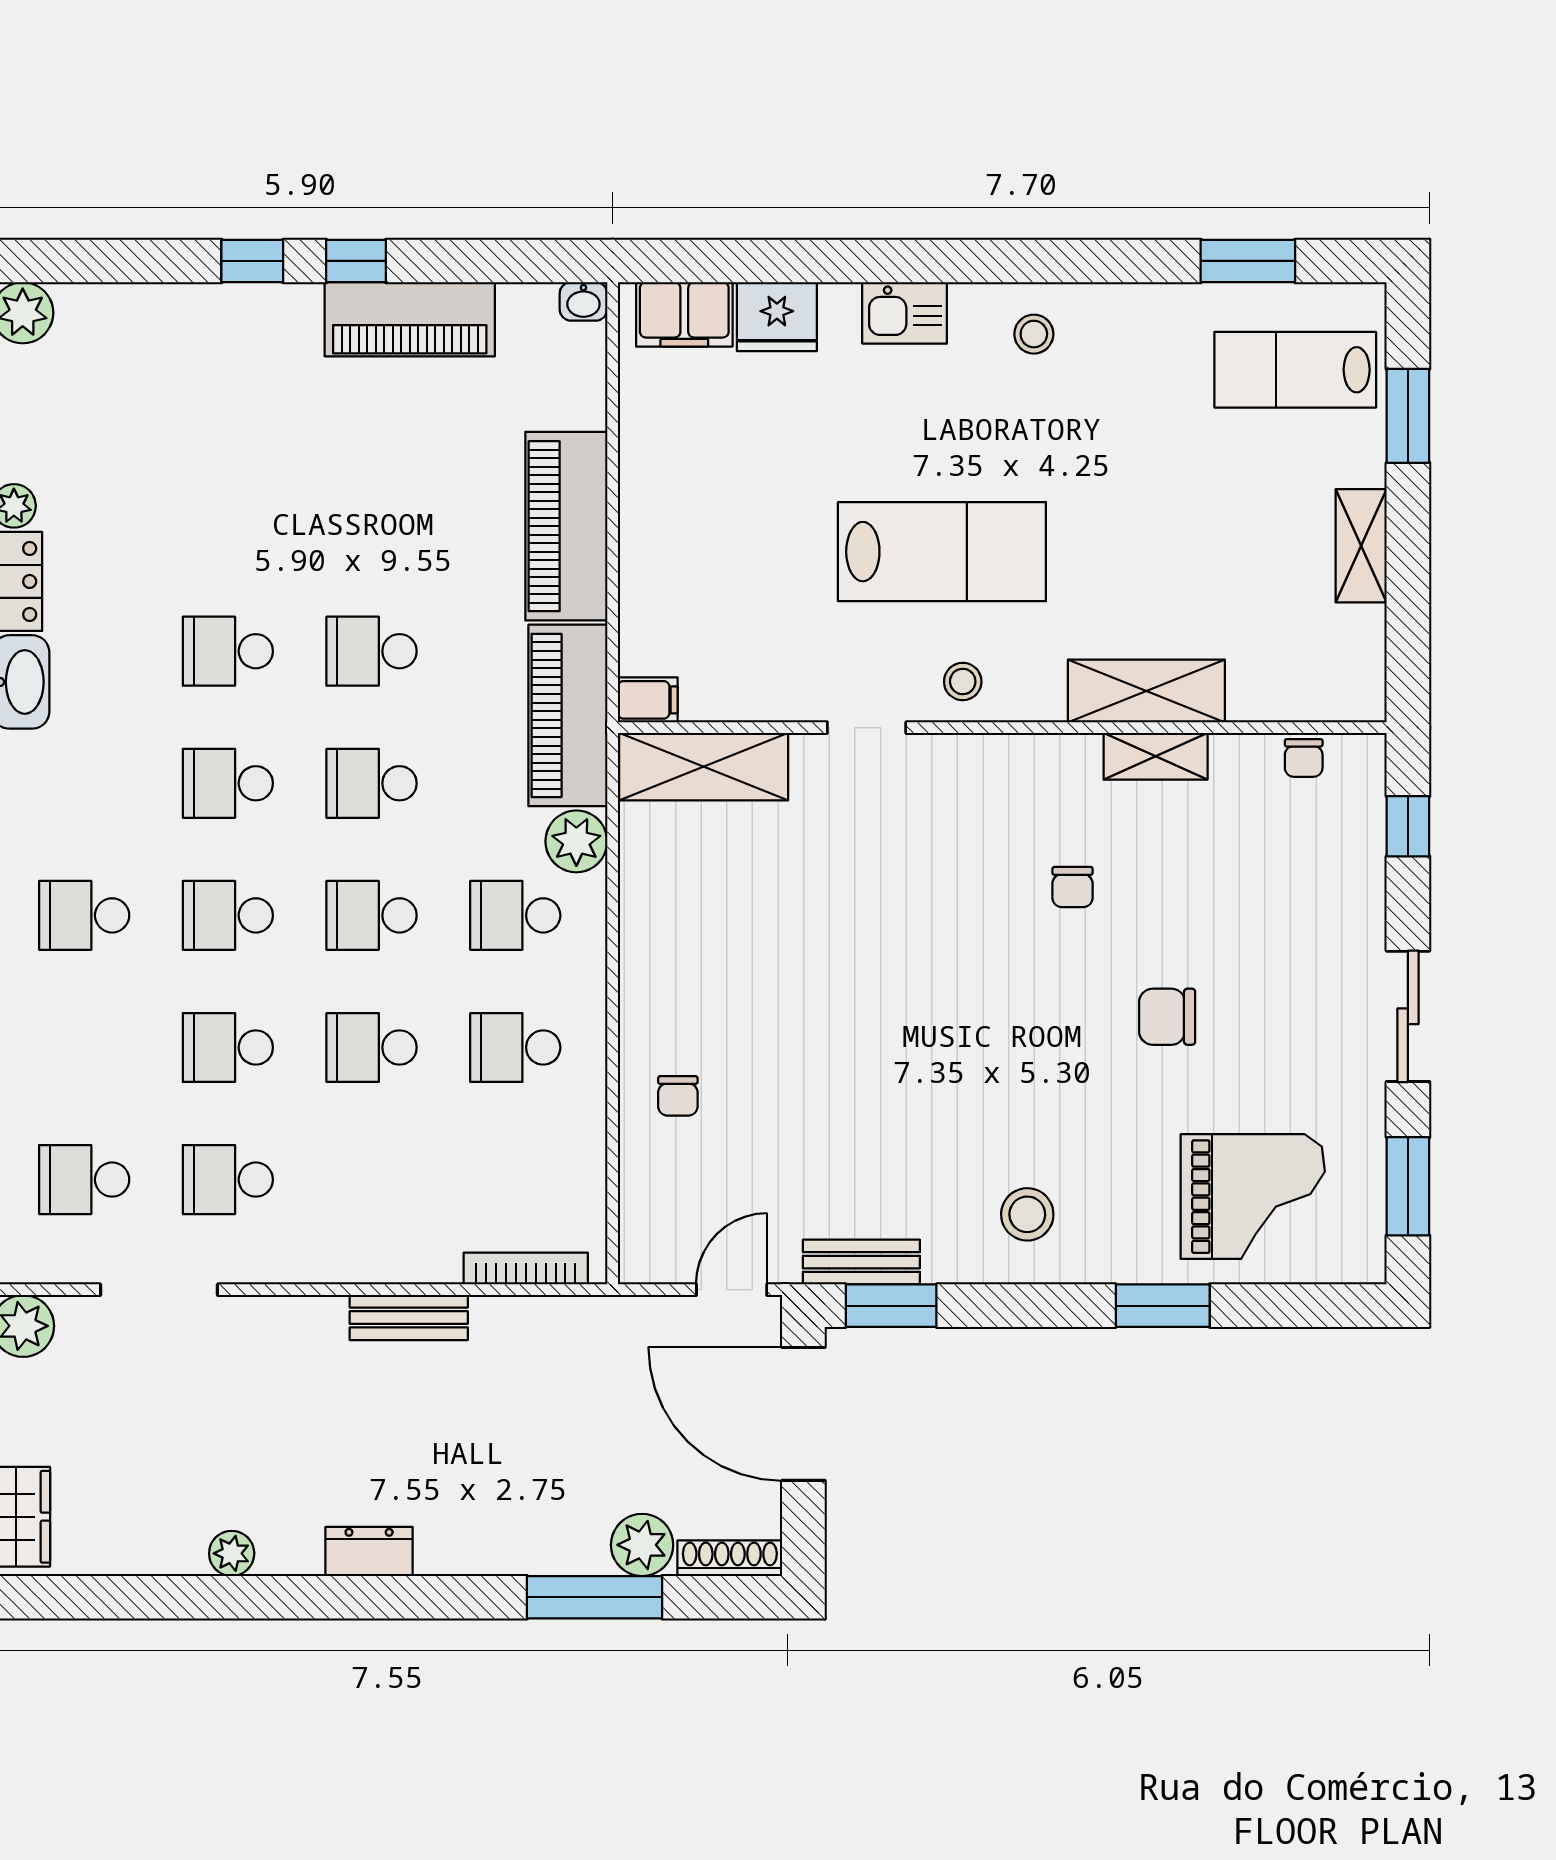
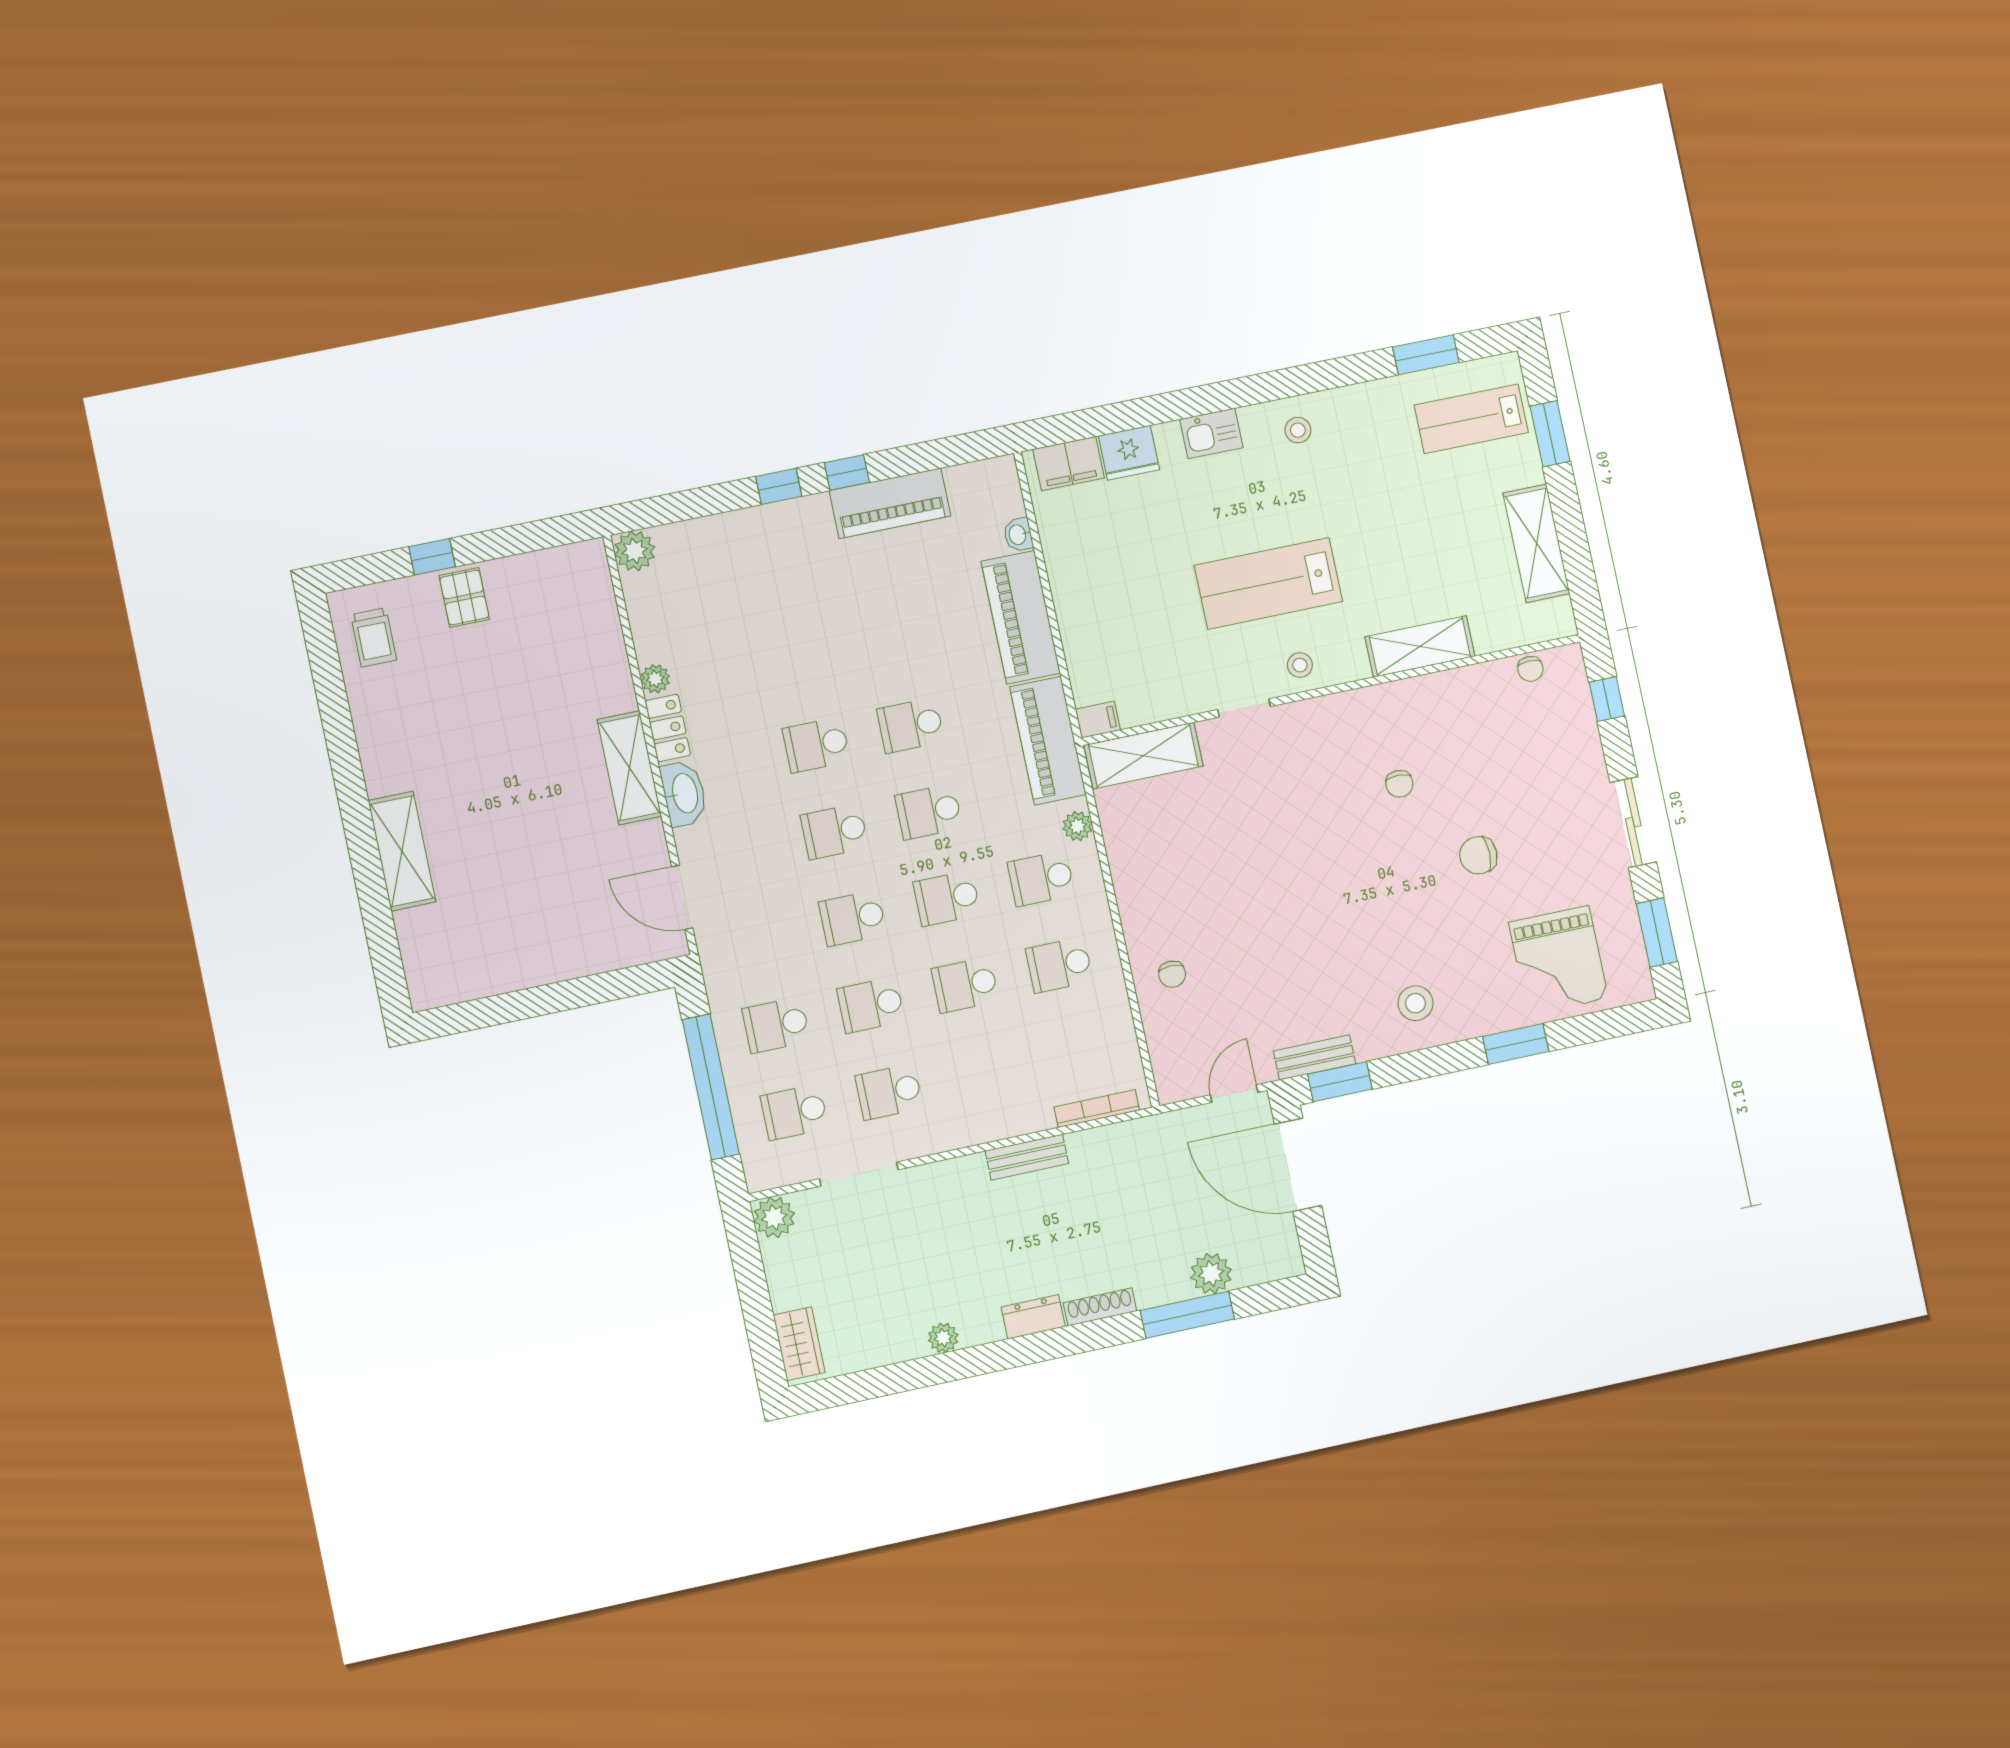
washbasin: (583, 301) -> (1018, 535), moved, turned 90
shelving: (1361, 546) -> (1536, 543), width x1.50, depth x1.33
lab bench: (942, 552) -> (1268, 583), turned 180
shelving: (1156, 756) -> (1435, 688), removed
plant: (576, 841) -> (1077, 826), width x0.73, depth x0.73
school desk: (84, 915) -> (776, 1025), moved
grand piano: (1253, 1197) -> (1559, 961), turned 90
shoe rack: (730, 1558) -> (1100, 1307), moved

